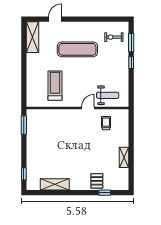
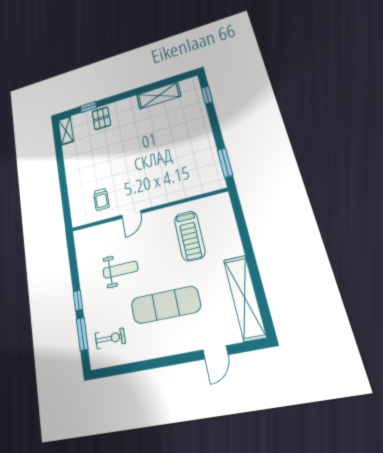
shelving: (33, 37) -> (245, 298), width x1.47
weight bench: (108, 95) -> (120, 270), moved, turned 180
shelving: (124, 157) -> (66, 131), moved

